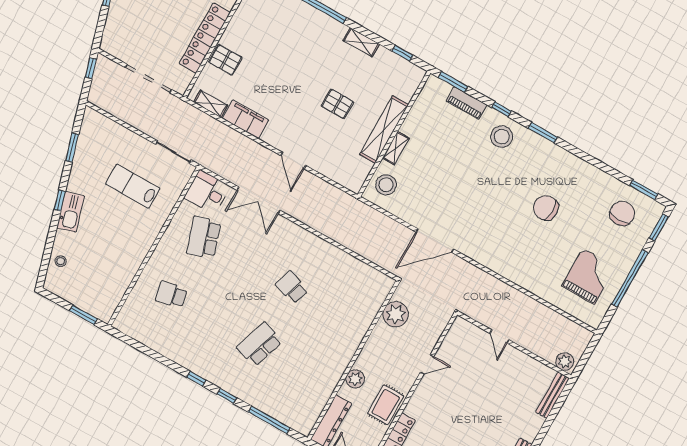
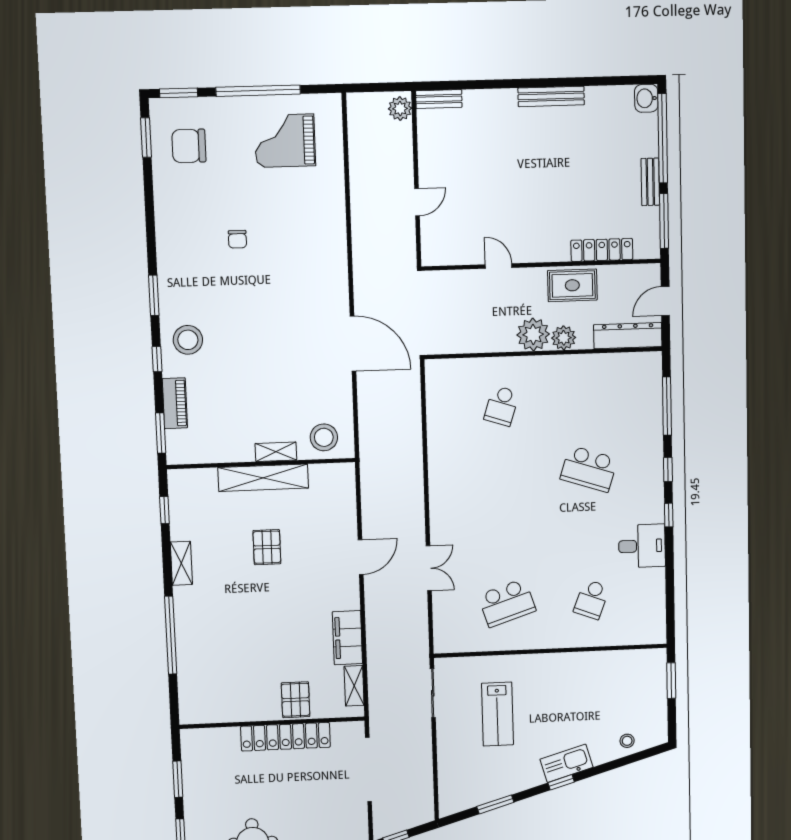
desk: (207, 192) -> (642, 546), moved, turned -90
double door: (259, 200) -> (429, 568), width x0.73
chair: (546, 208) -> (237, 239), width x0.54, depth x0.54
school desk: (292, 287) -> (502, 406), moved
school desk: (171, 295) -> (592, 599), turned 33
plant: (396, 314) -> (533, 334), moved
bench: (553, 395) -> (439, 99), width x0.73

